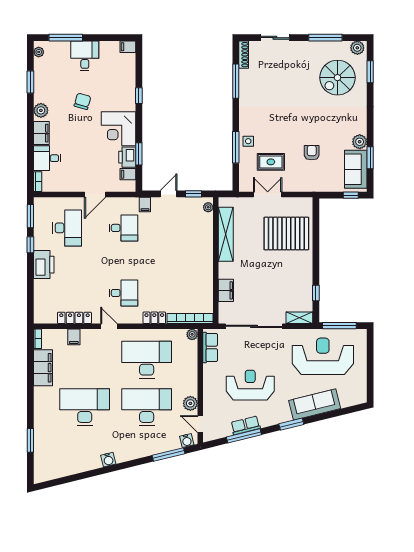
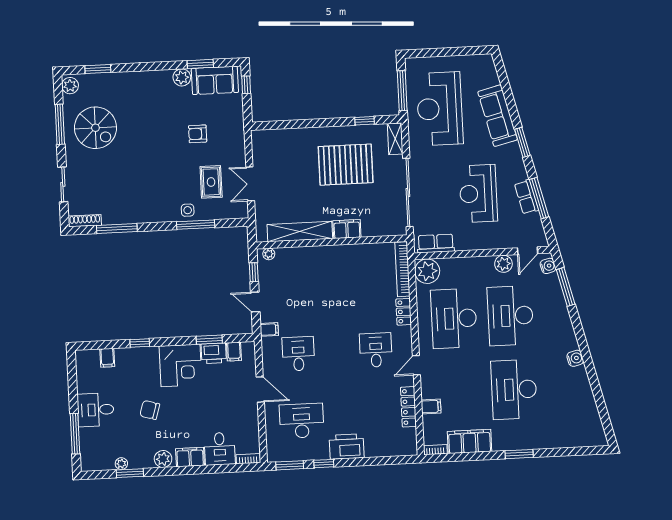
filing cabinet: (128, 47) -> (107, 358), moved
plant: (39, 52) -> (121, 464), moved
spiral stairs: (337, 78) -> (95, 128), moved
pallet: (286, 233) -> (346, 165), moved, turned 90
filing cabinet: (226, 290) -> (347, 229), moved
plant: (192, 334) -> (427, 271), width x1.88, depth x1.88
window: (30, 440) -> (519, 454), moved

